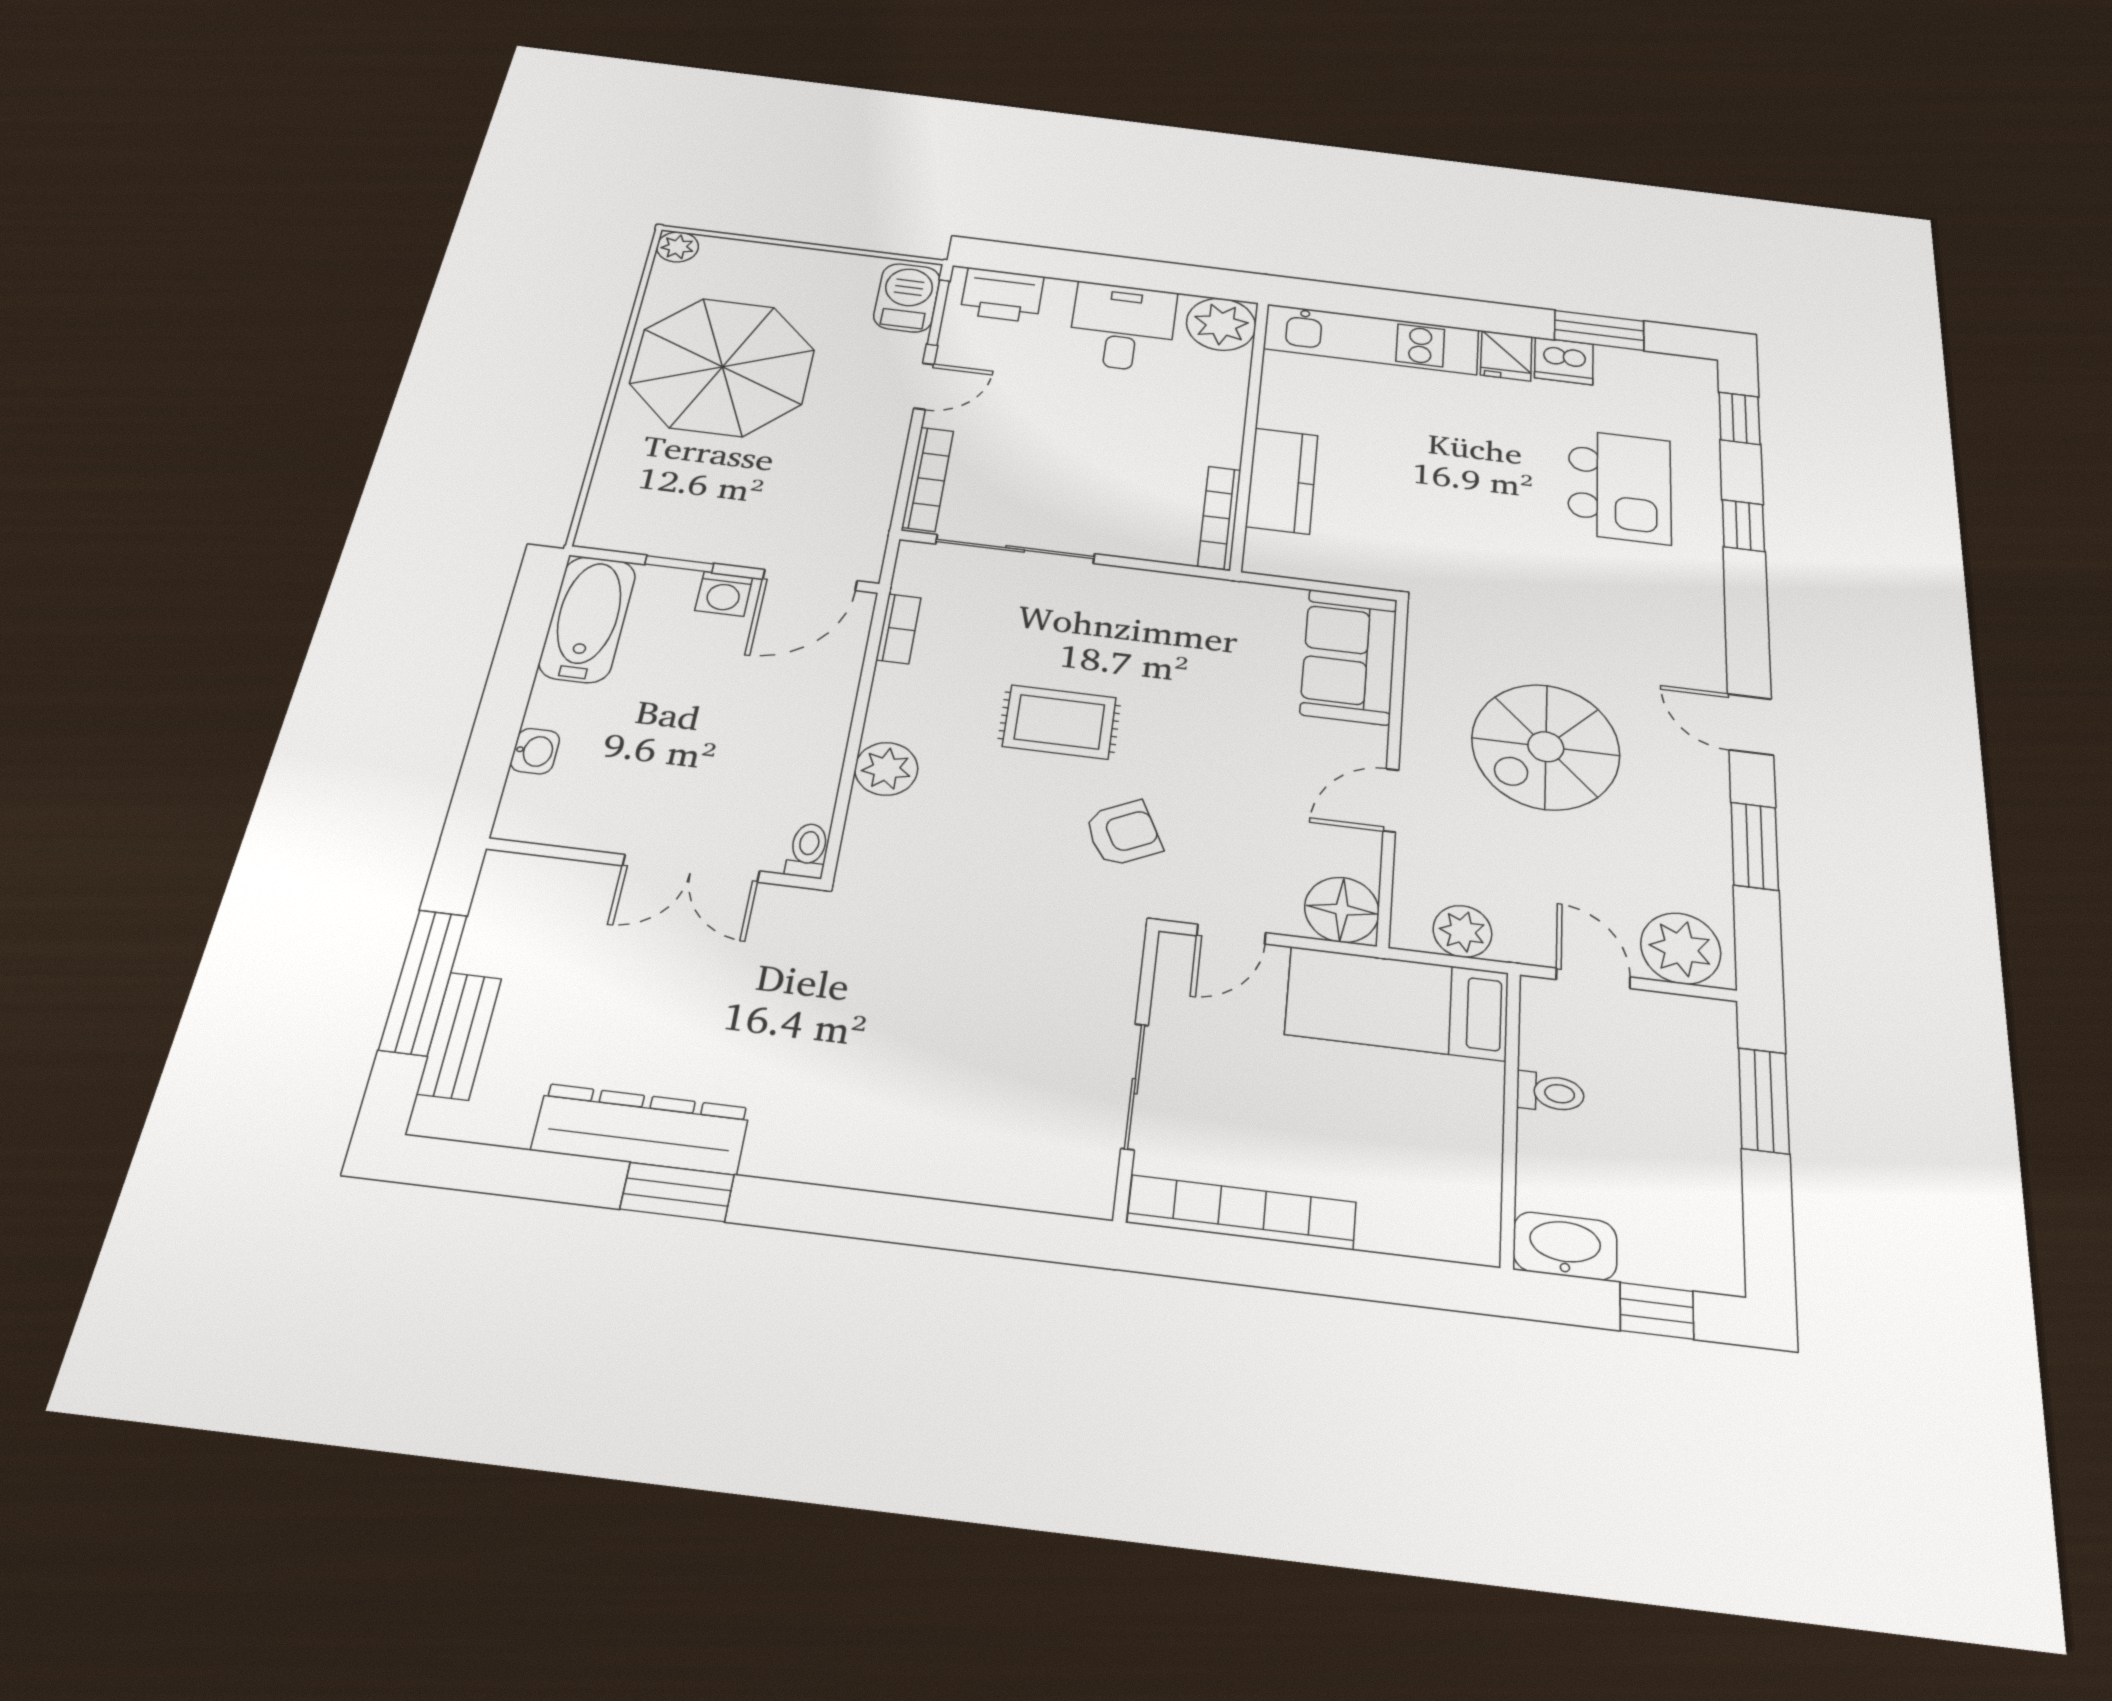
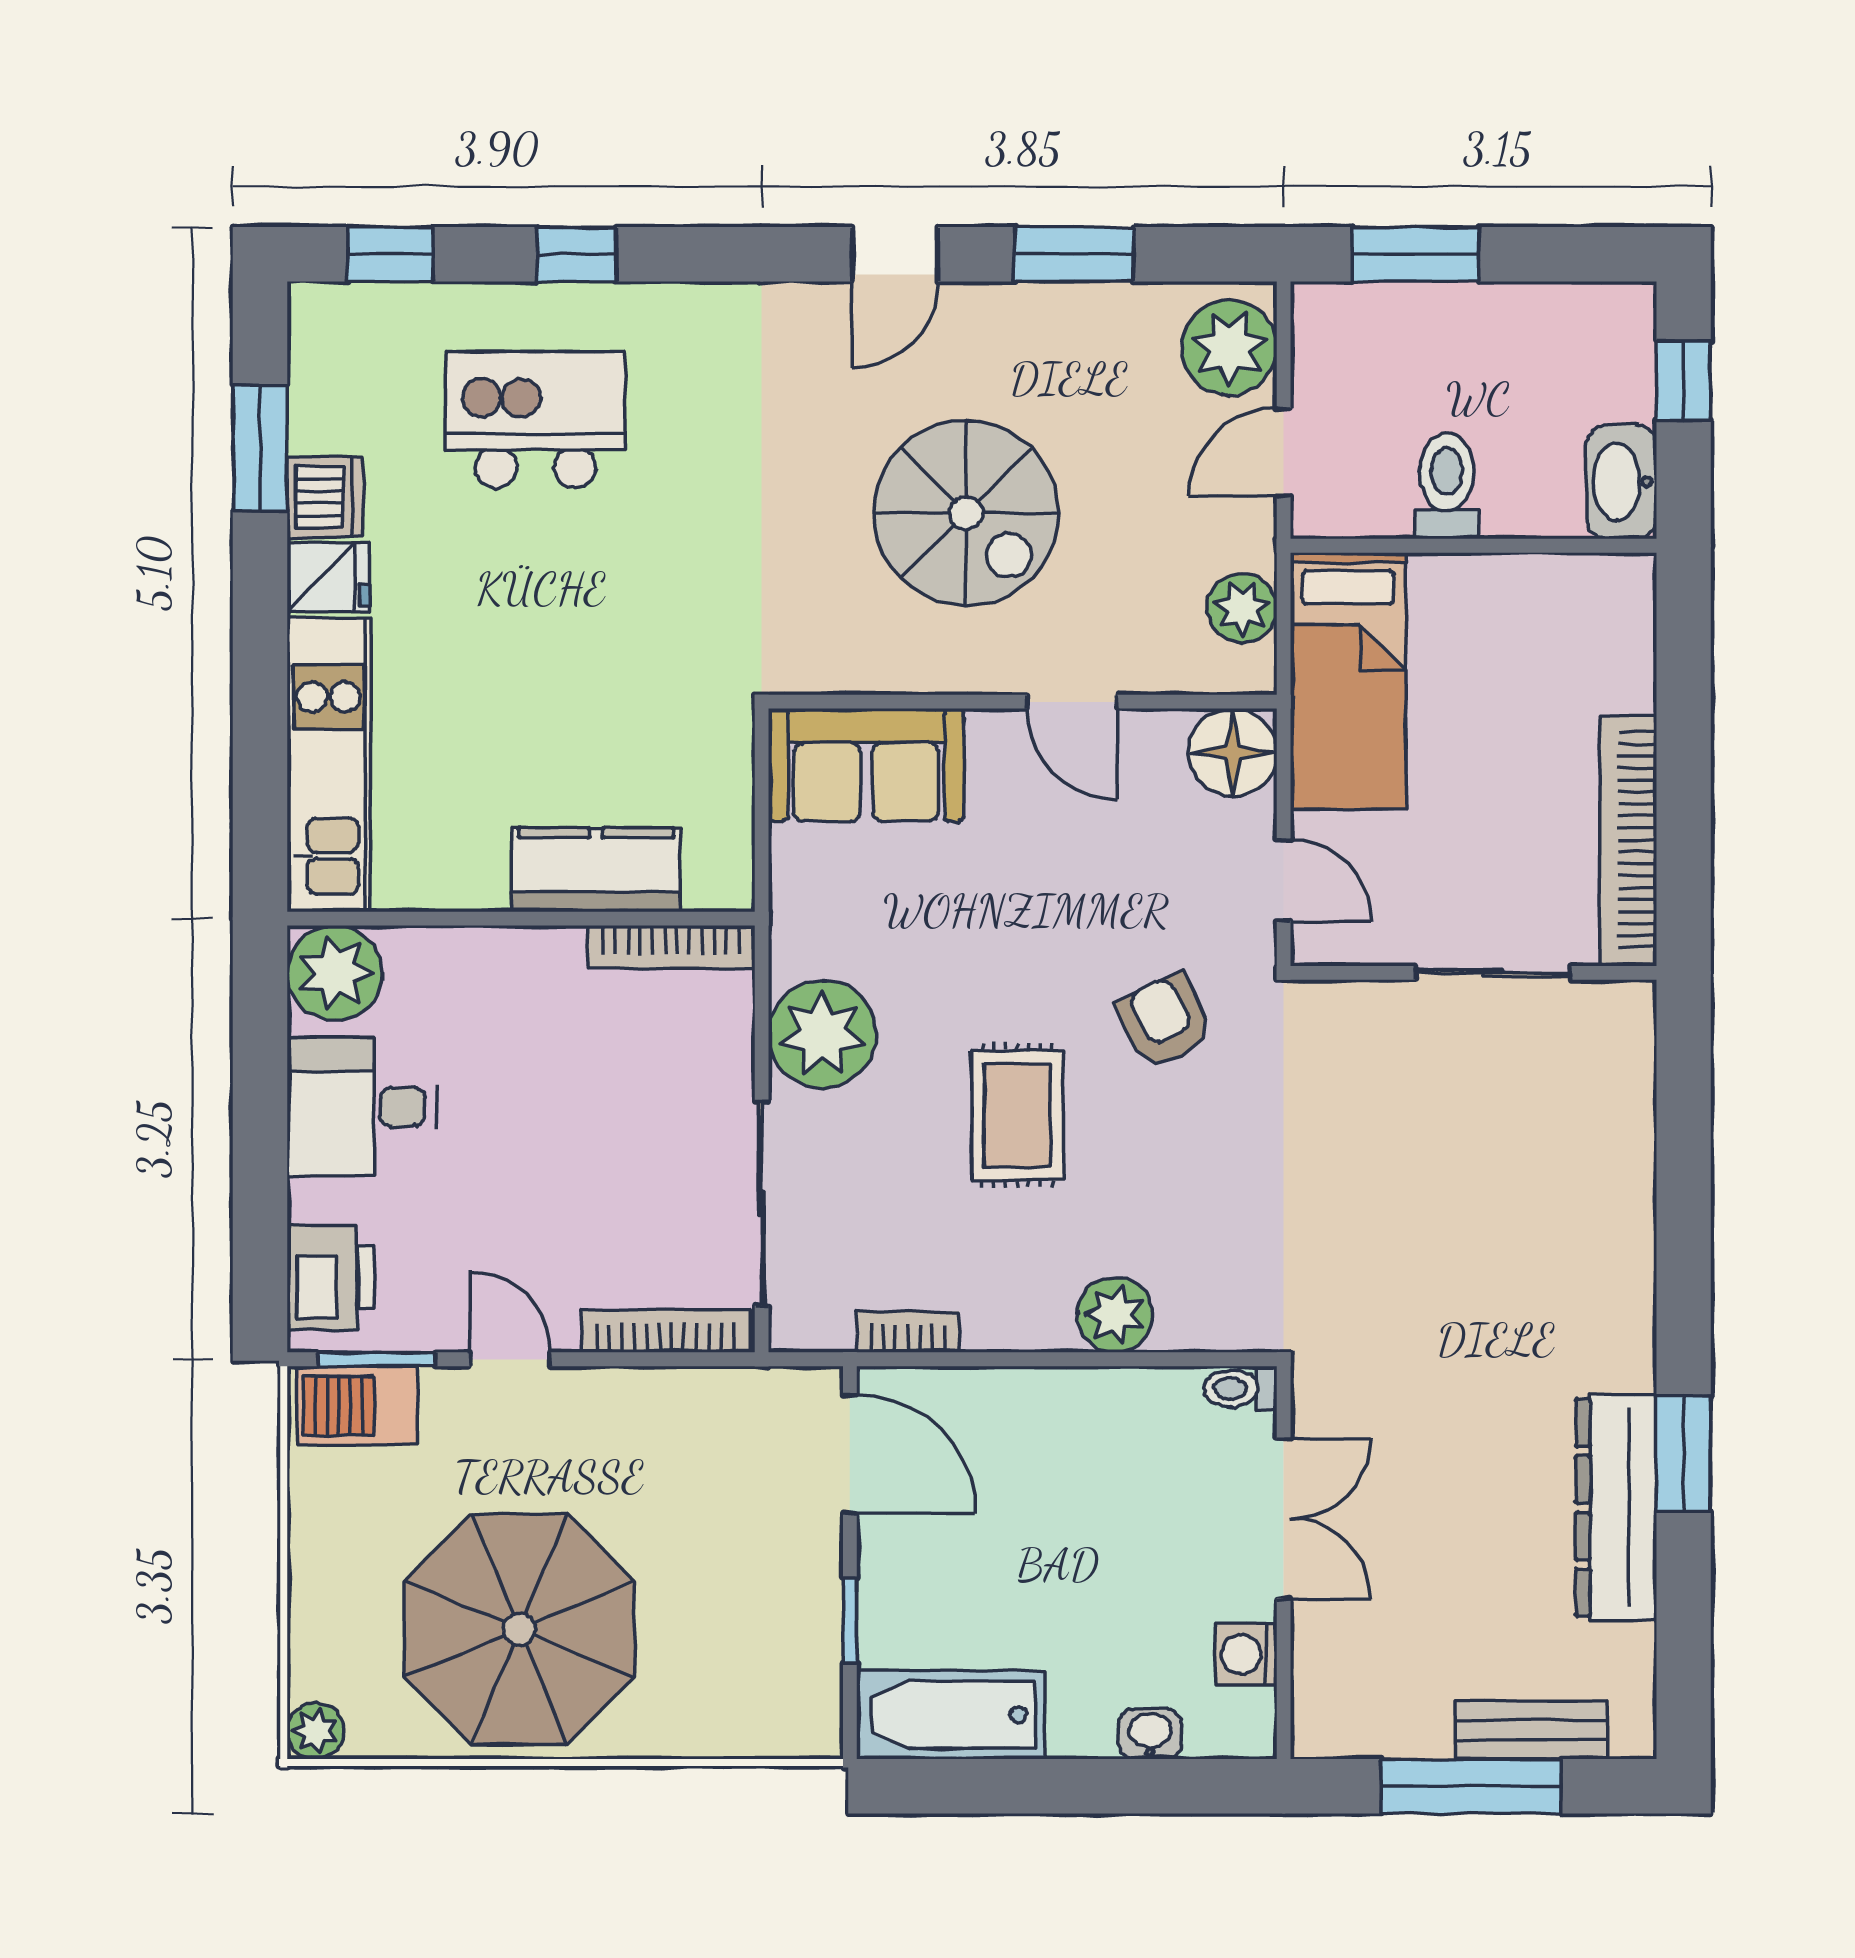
washing machine: (724, 594) -> (1246, 1654), moved, turned 180
plant: (1141, 603) -> (822, 1034), added
toilet: (1550, 1093) -> (1447, 486), width x1.37, depth x1.39

